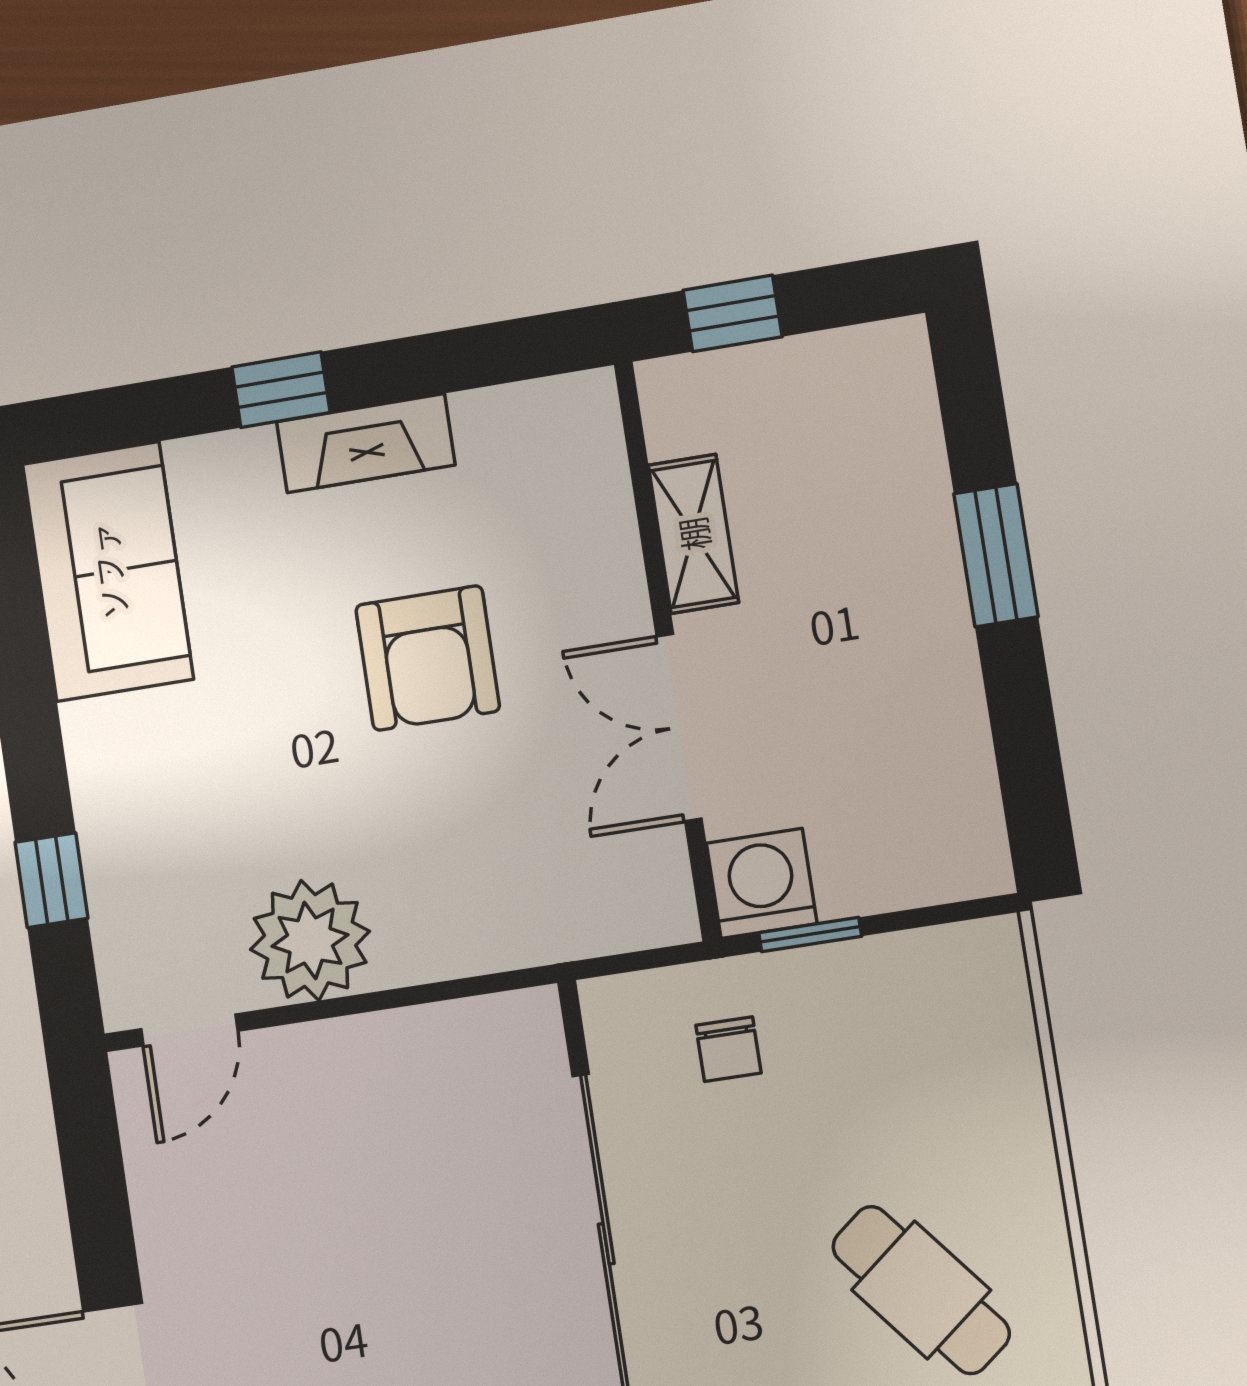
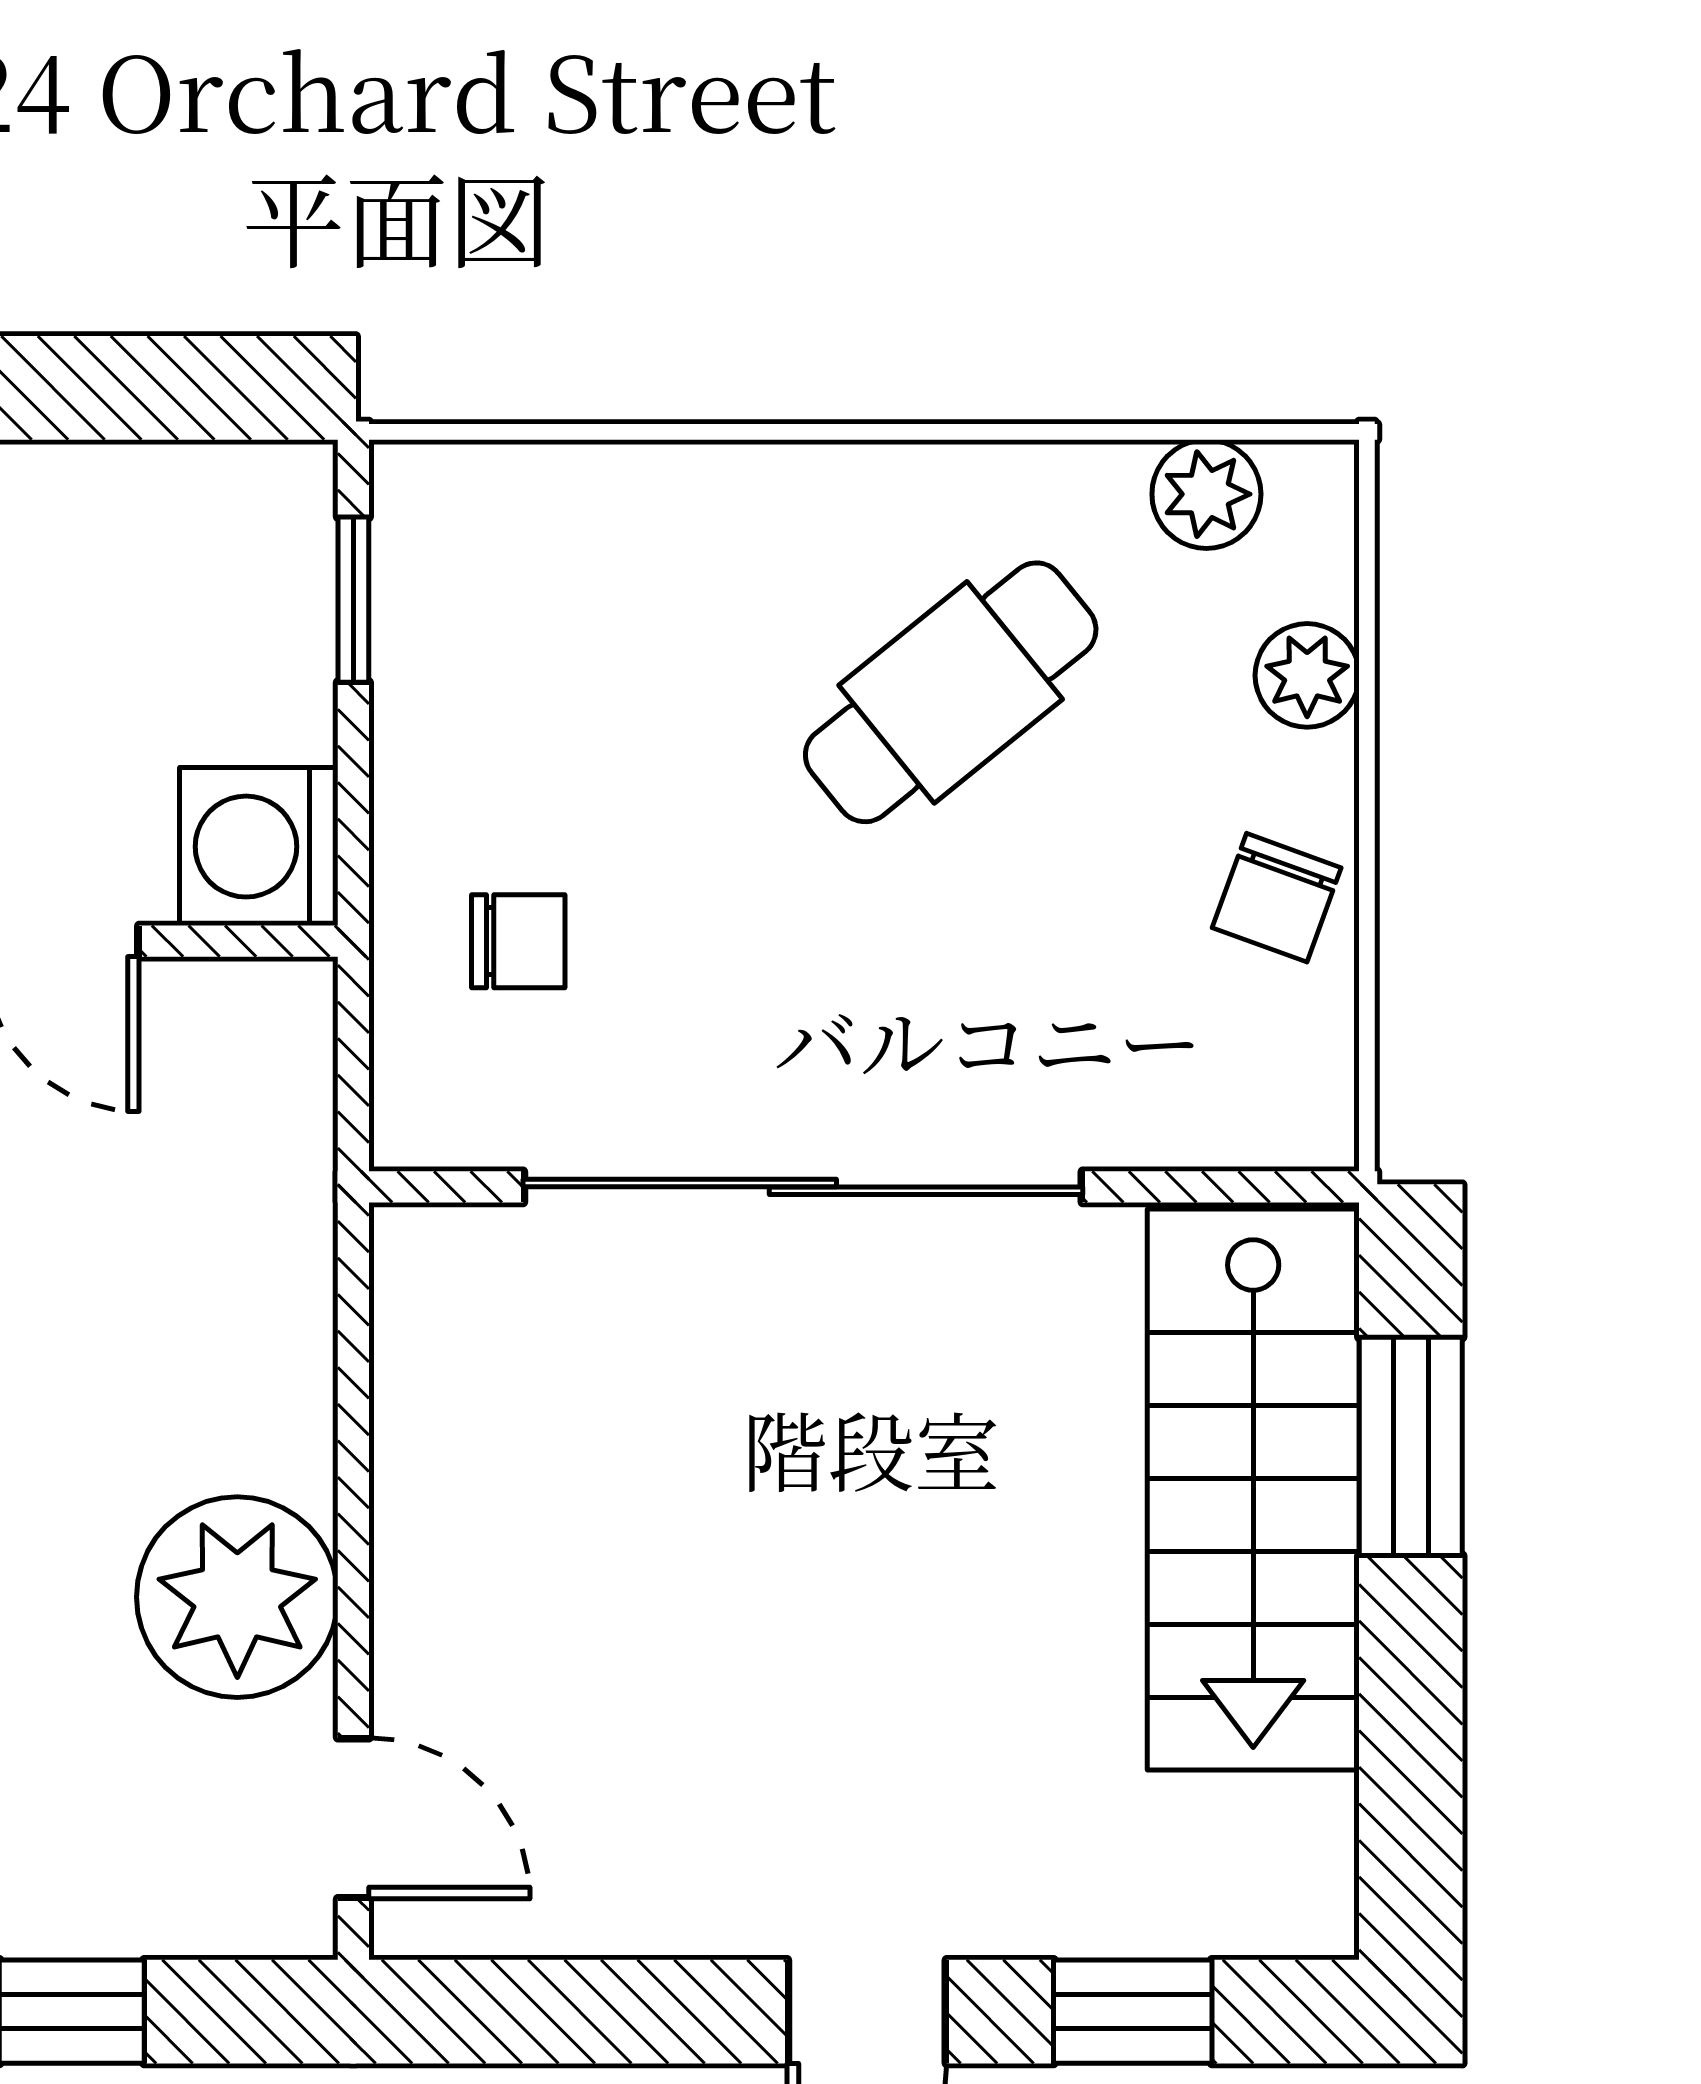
window: (810, 934) -> (353, 600), moved

